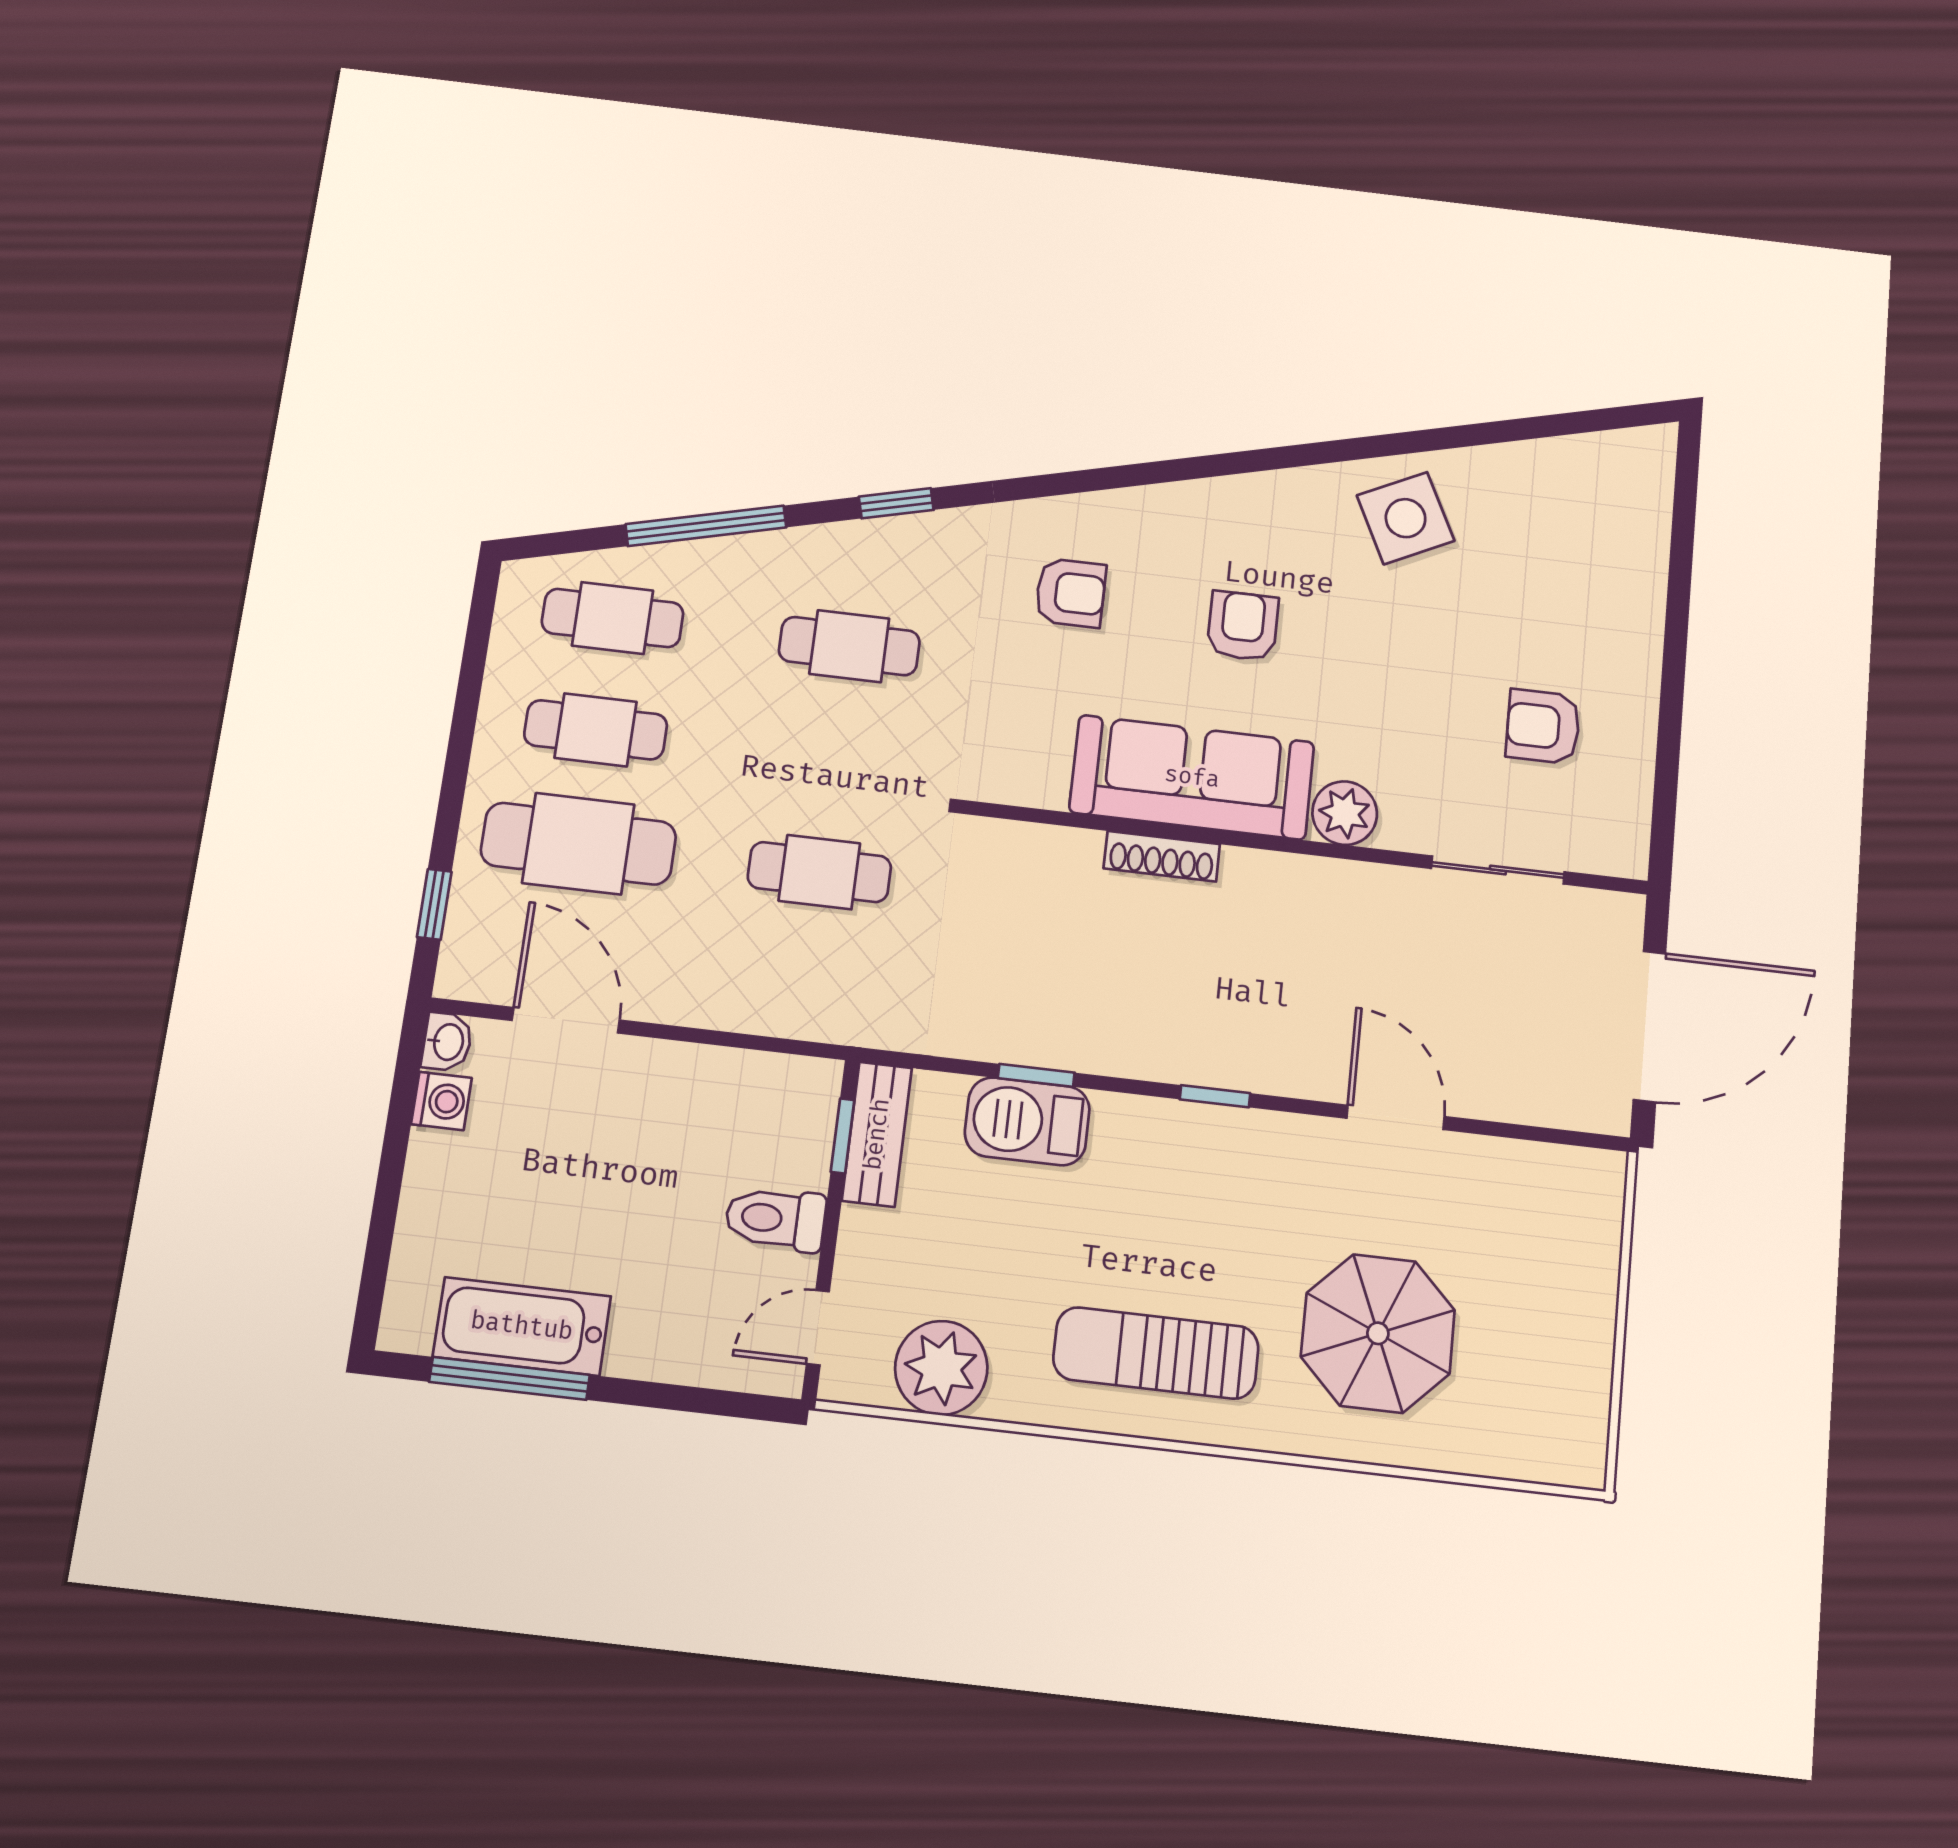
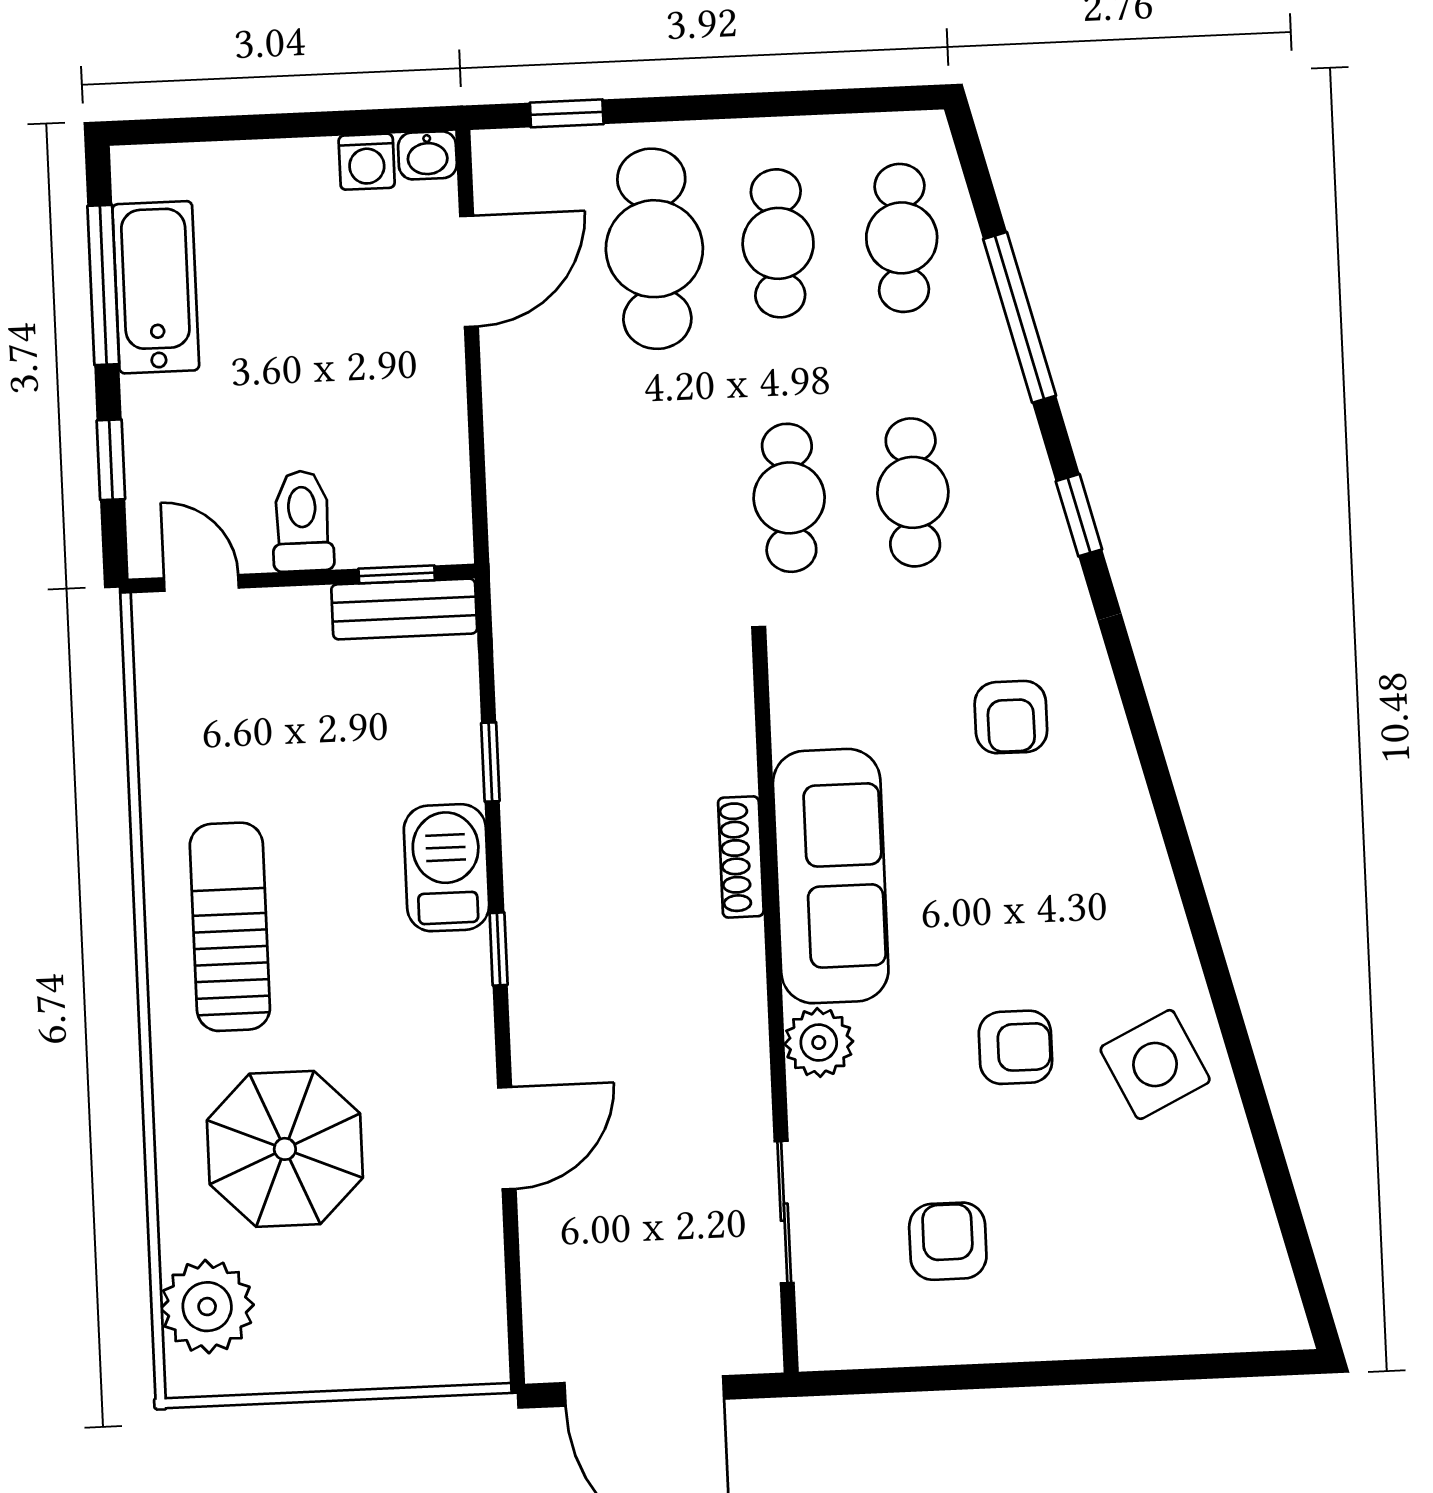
armchair: (1243, 626) -> (1015, 1047), moved
cafe table: (819, 872) -> (789, 498), moved
barbecue: (1027, 1121) -> (446, 868), moved
plant: (941, 1368) -> (207, 1307), moved
window: (682, 1398) -> (111, 460), added

